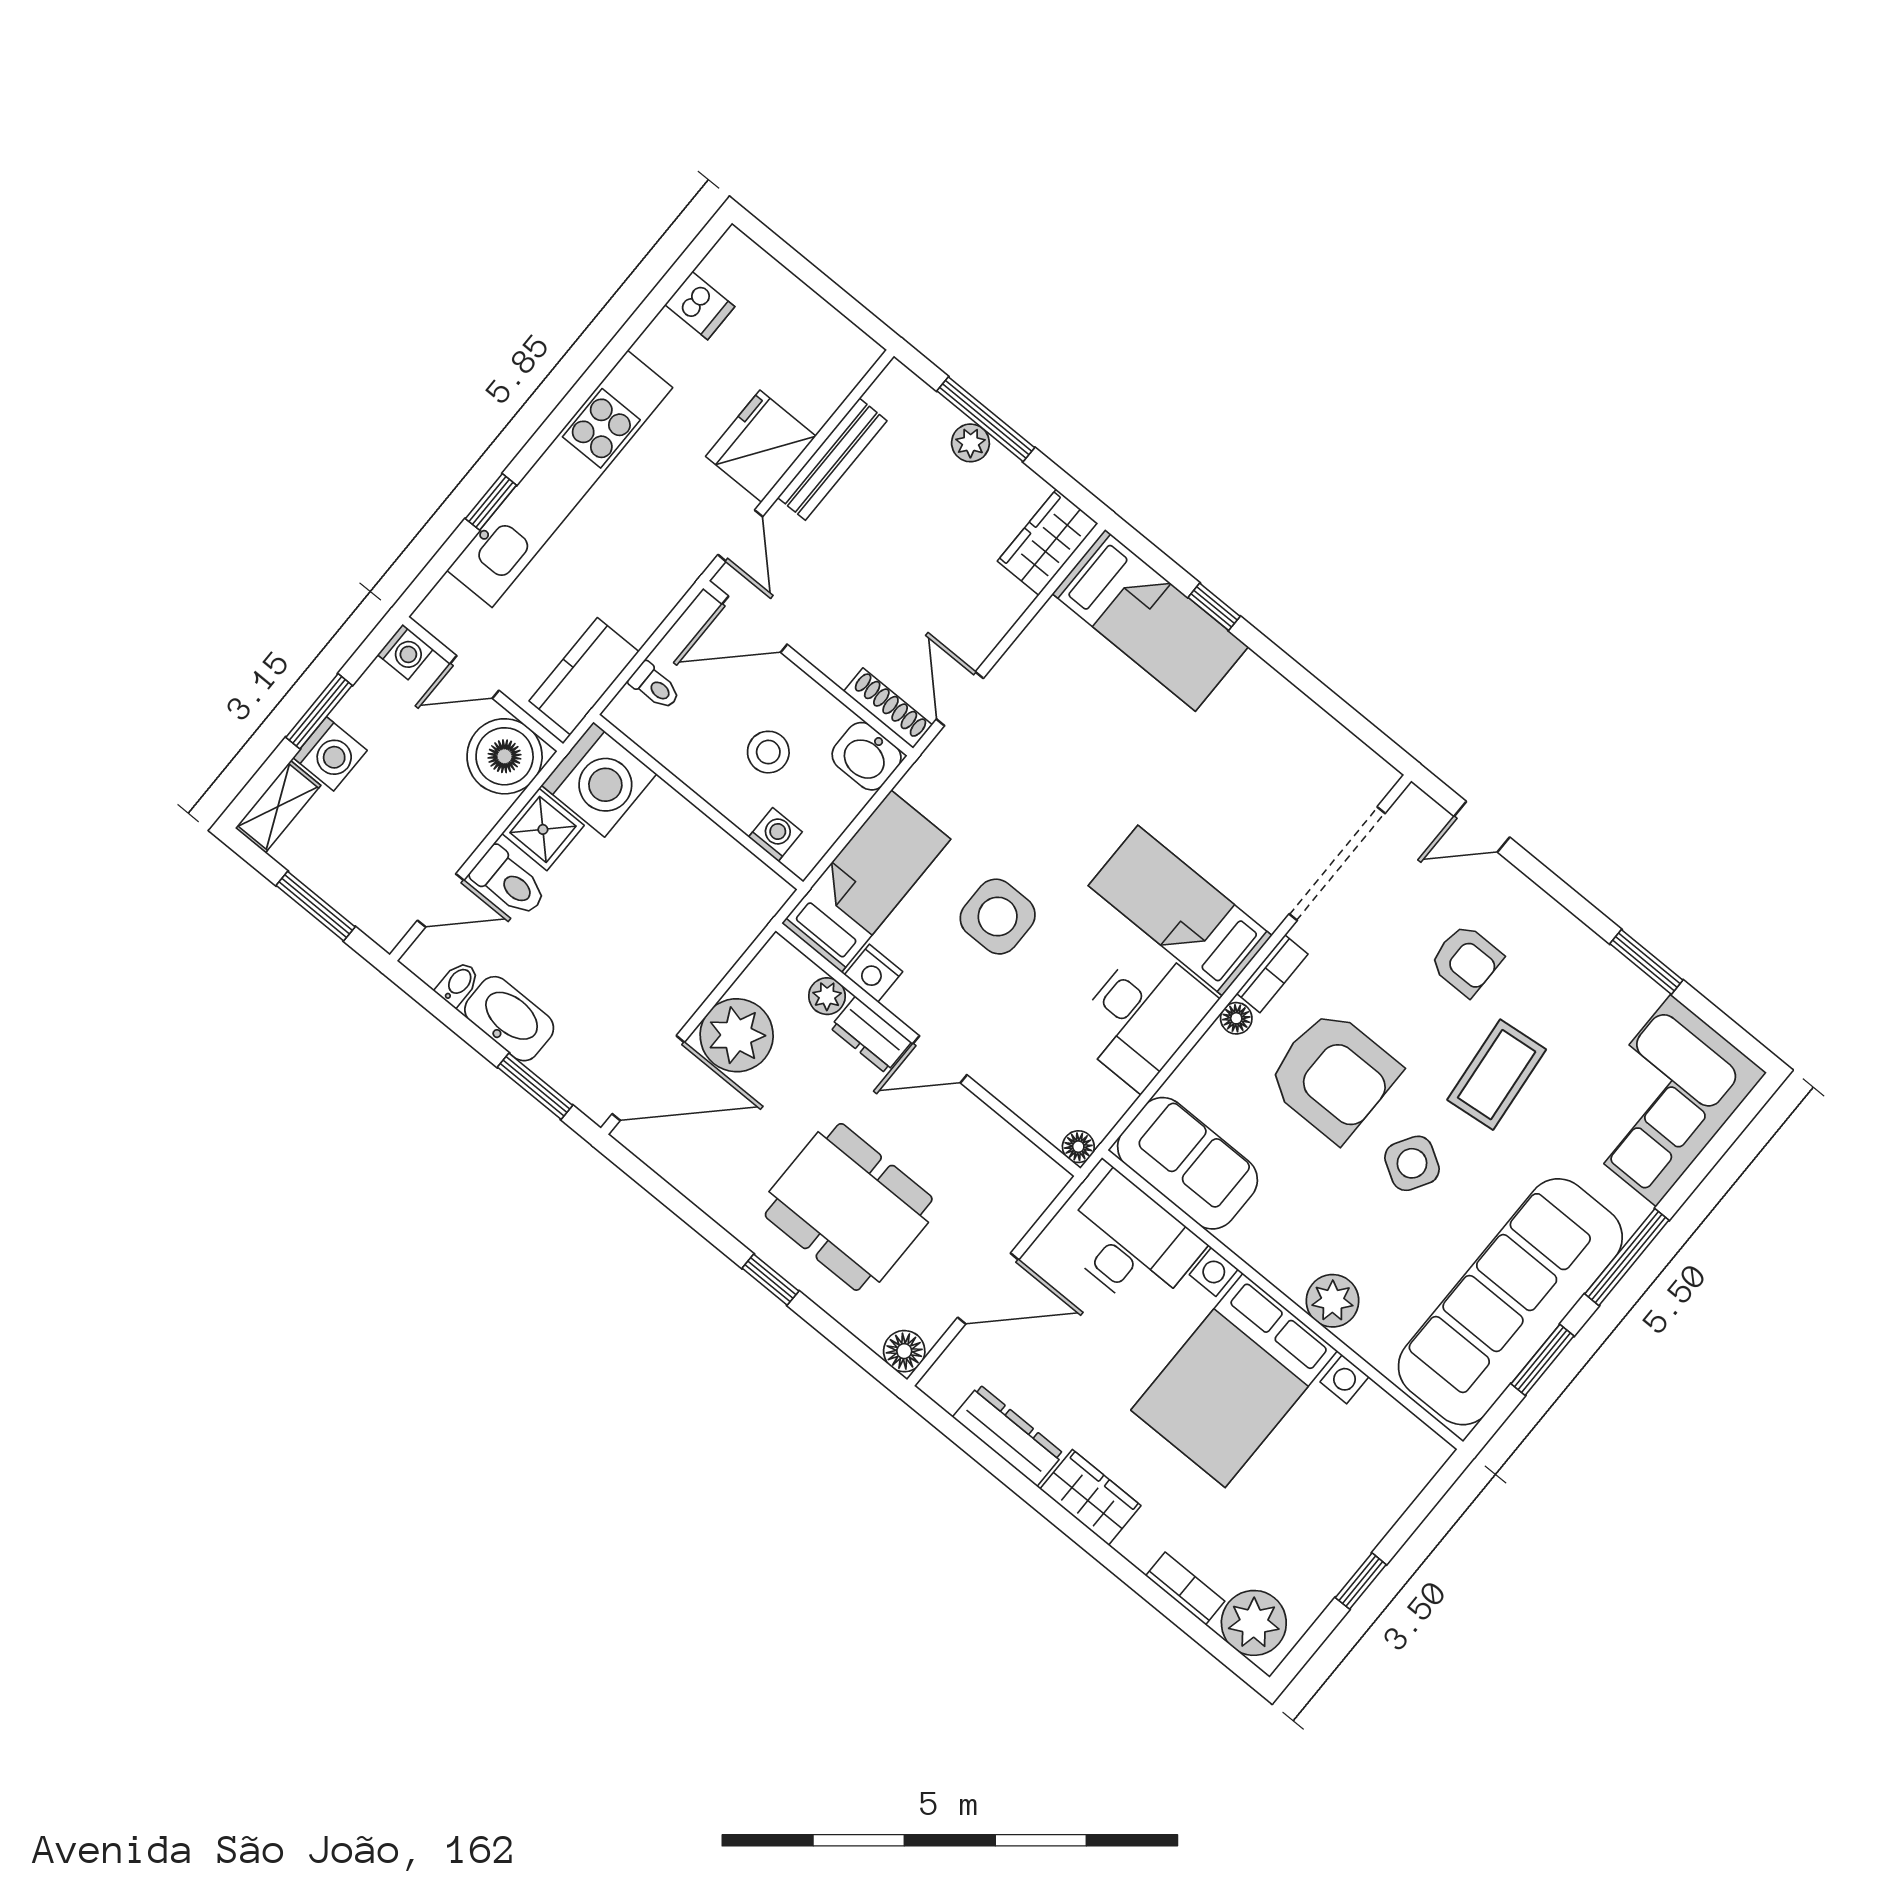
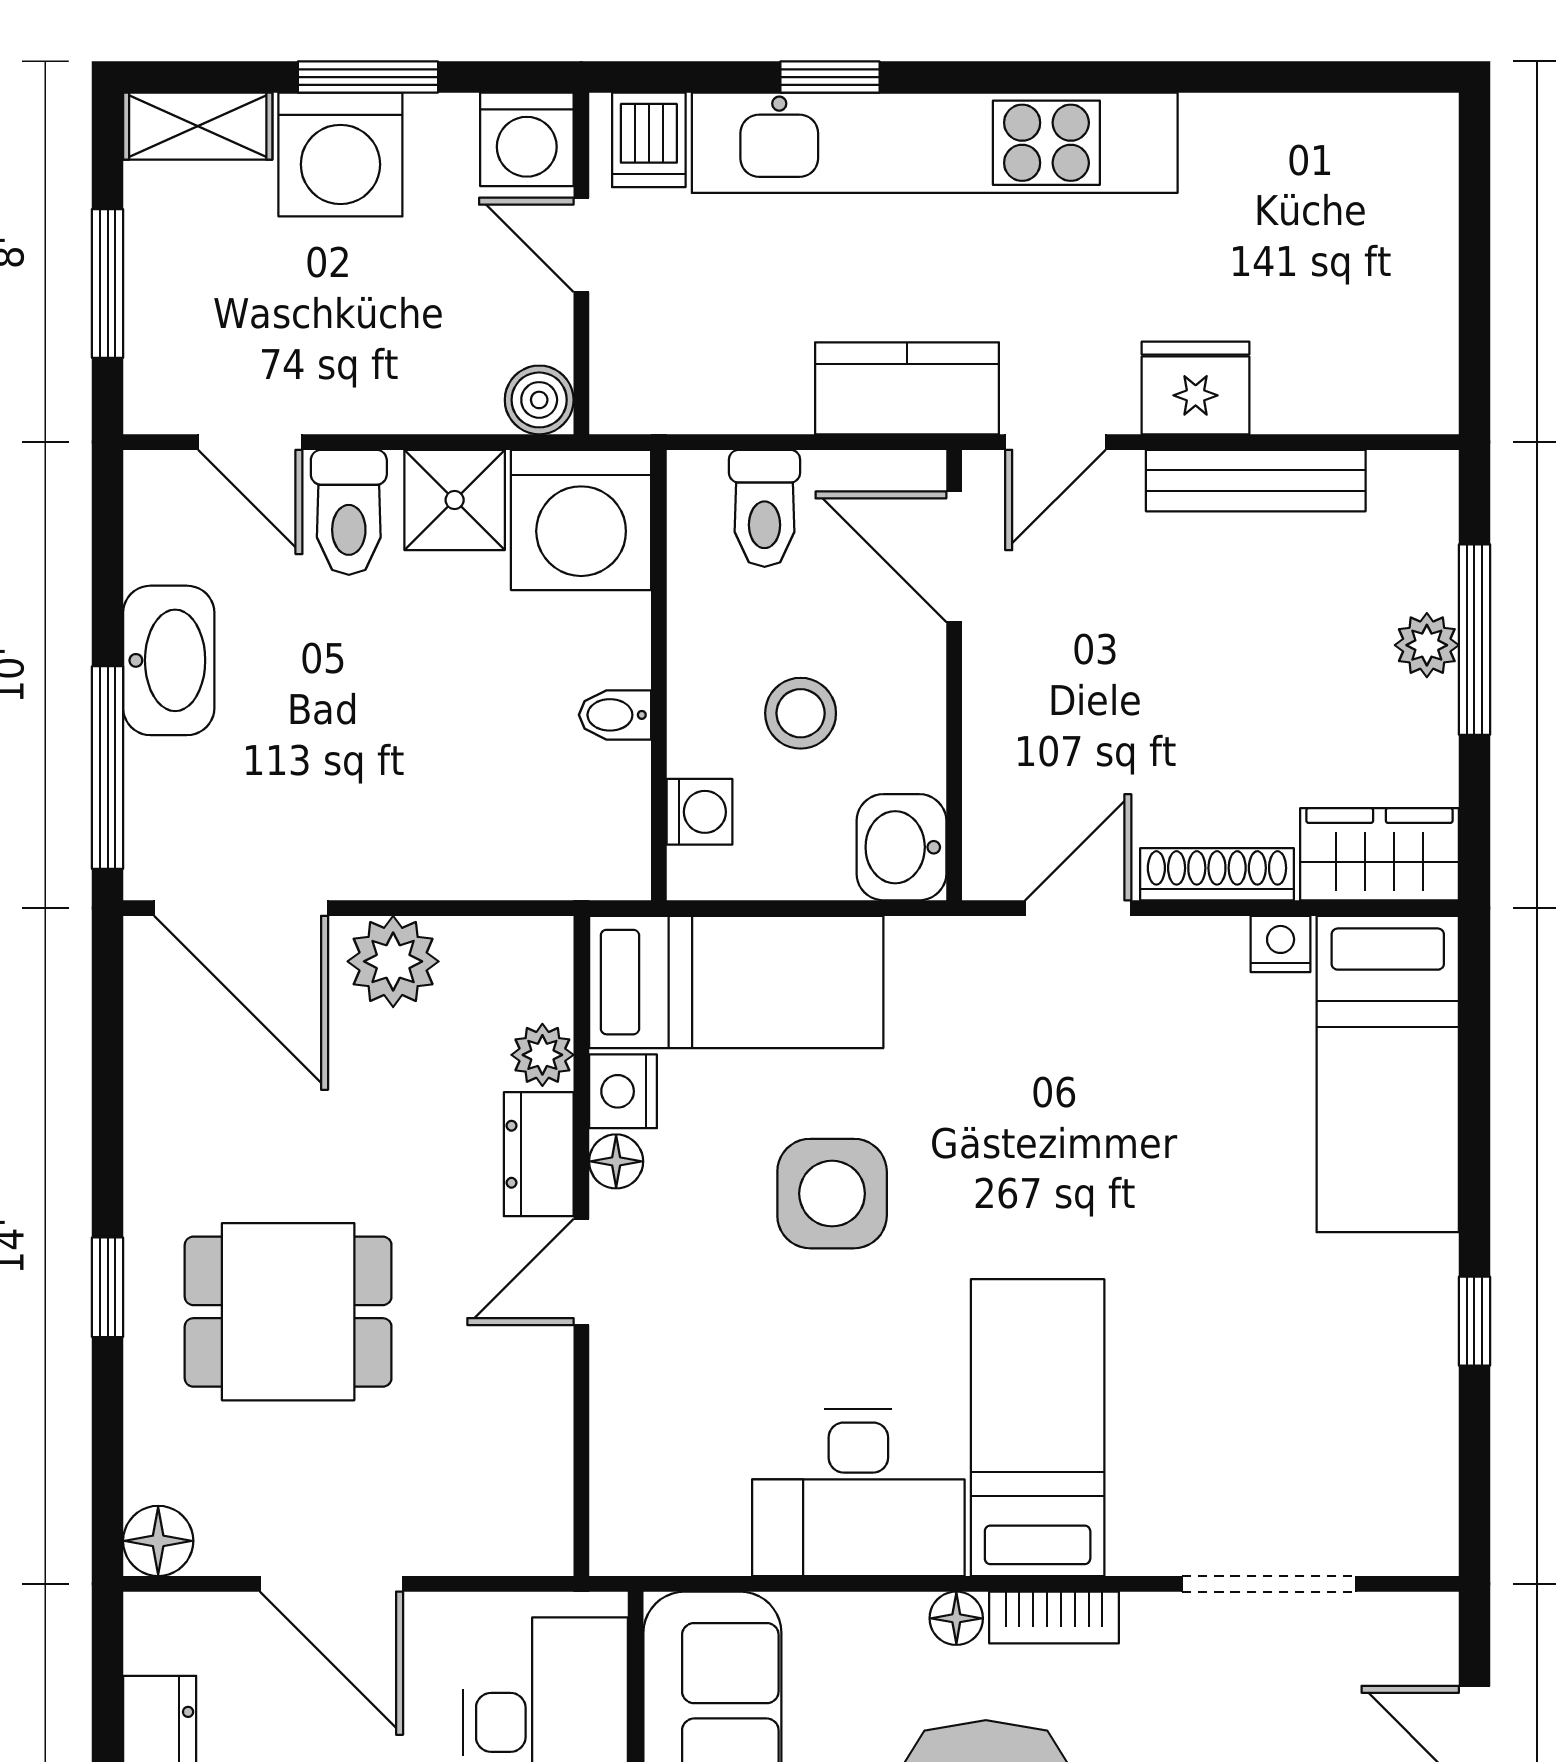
dishwasher: (700, 306) -> (649, 140), moved
fridge: (761, 446) -> (1196, 388), width x0.73, depth x0.75
window: (1214, 607) -> (1474, 1321), moved
nightstand: (1051, 620) -> (1281, 944), added
washing machine: (405, 652) -> (527, 139), width x1.38, depth x1.38
kitchen counter: (584, 676) -> (907, 388), moved
toilet: (655, 686) -> (765, 508), width x1.37, depth x1.39
shoe rack: (888, 708) -> (1217, 874), moved, turned -90
washing machine: (330, 754) -> (340, 155), width x1.37, depth x1.37
boiler: (505, 756) -> (539, 400), width x0.54, depth x0.54
doorway: (1337, 864) -> (1269, 1584), width x0.73
bidet: (458, 984) -> (615, 715), moved, turned 180
plant: (737, 1035) -> (393, 961), width x0.73, depth x0.73
door: (940, 1059) -> (581, 1272), hinge flipped
window: (535, 1086) -> (108, 768), width x1.44
floor lamp: (1078, 1147) -> (616, 1161), moved
dining table: (849, 1207) -> (288, 1312), width x0.73

